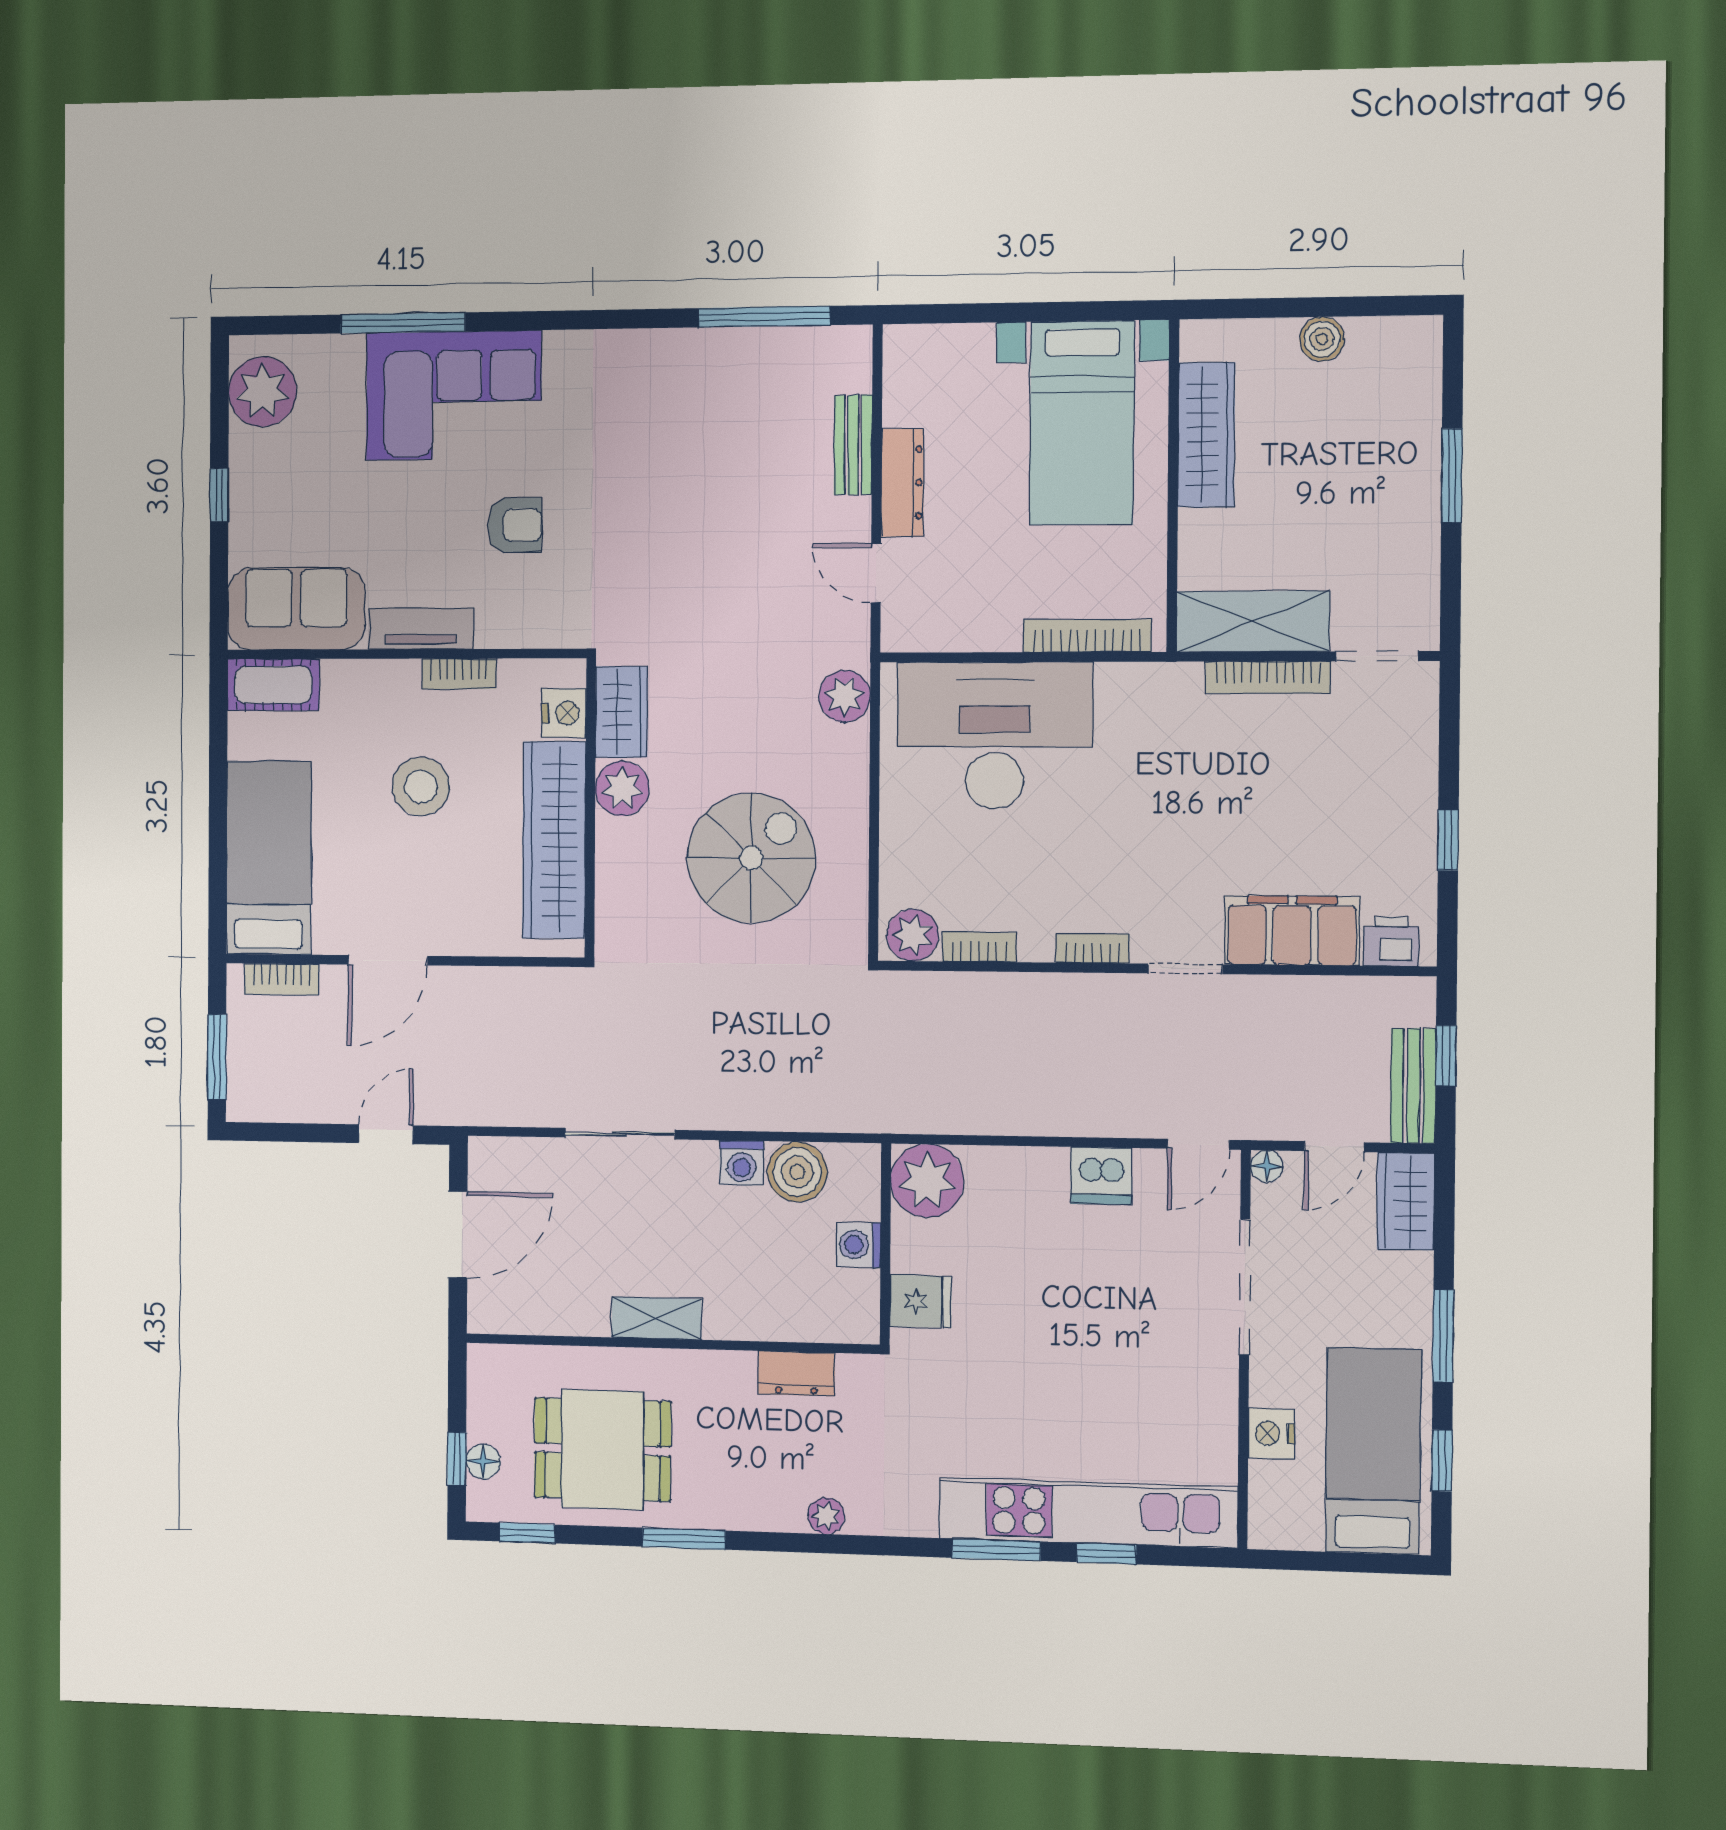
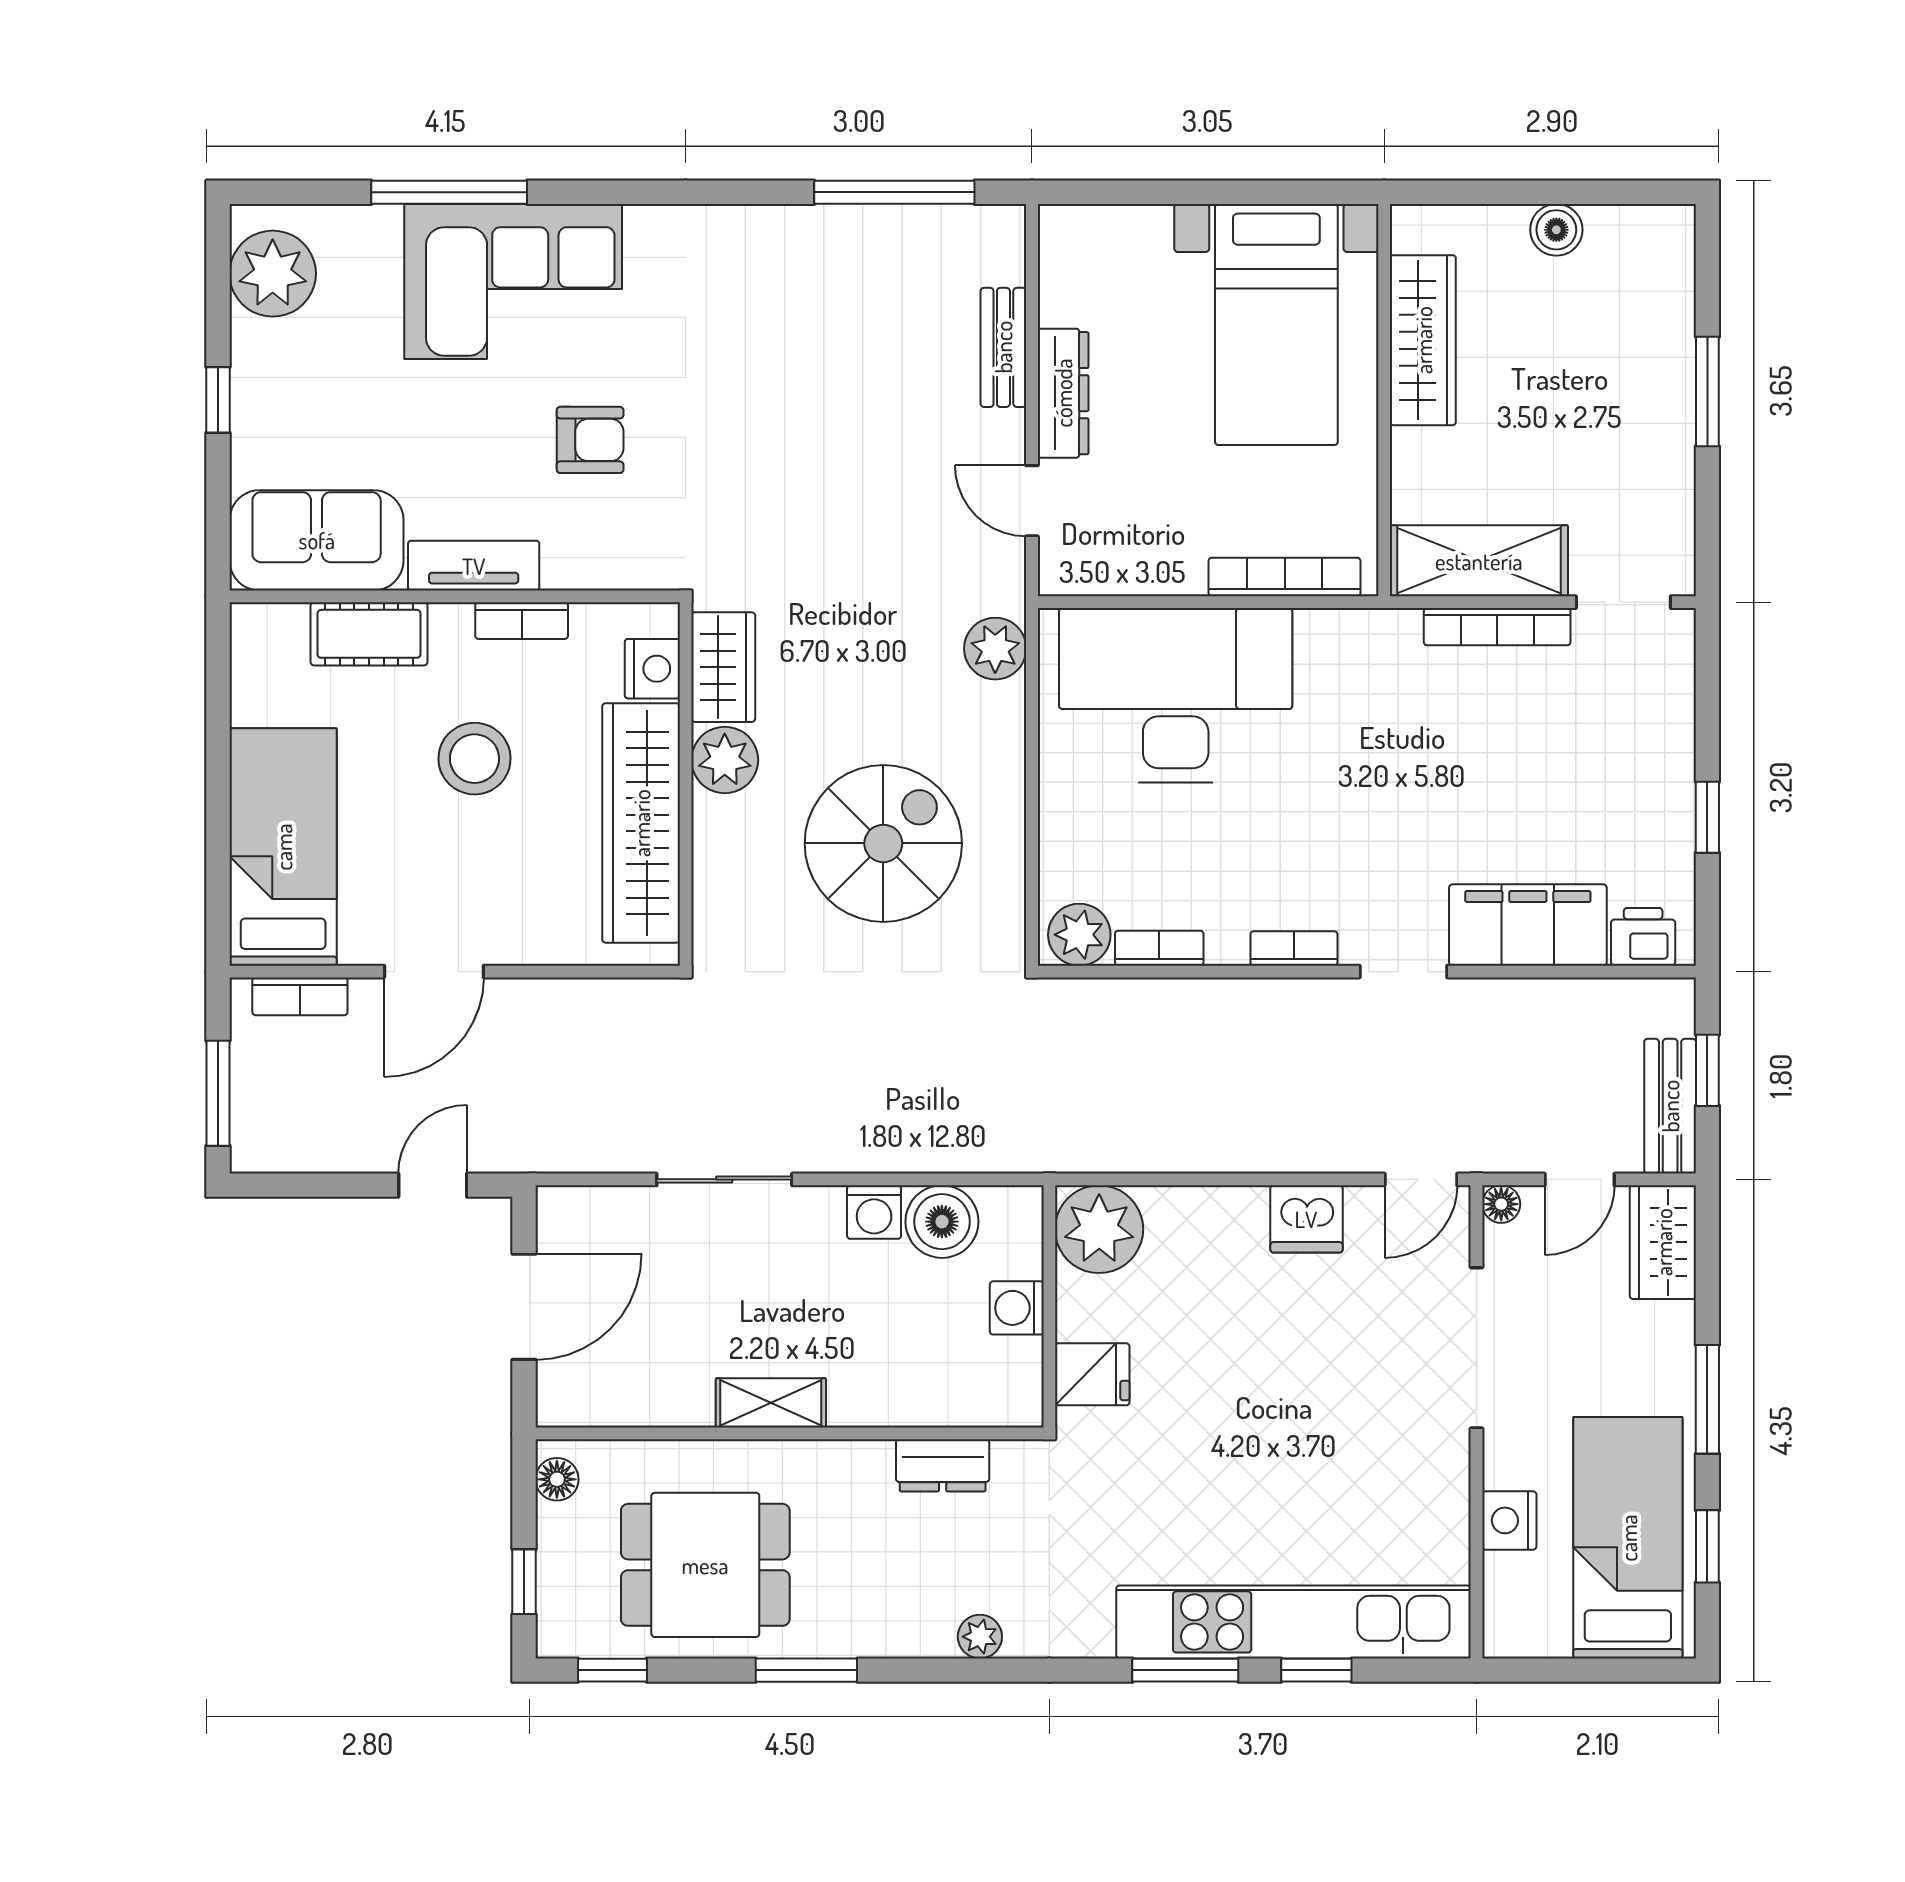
cot: (273, 685) -> (369, 634), moved
floor lamp: (483, 1462) -> (557, 1479), moved

